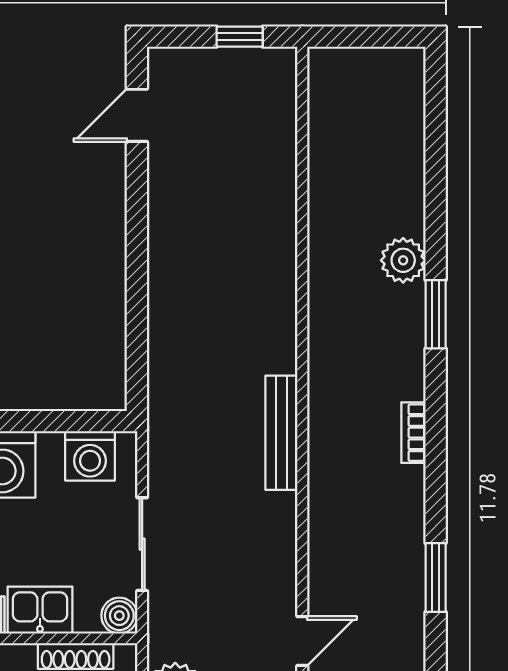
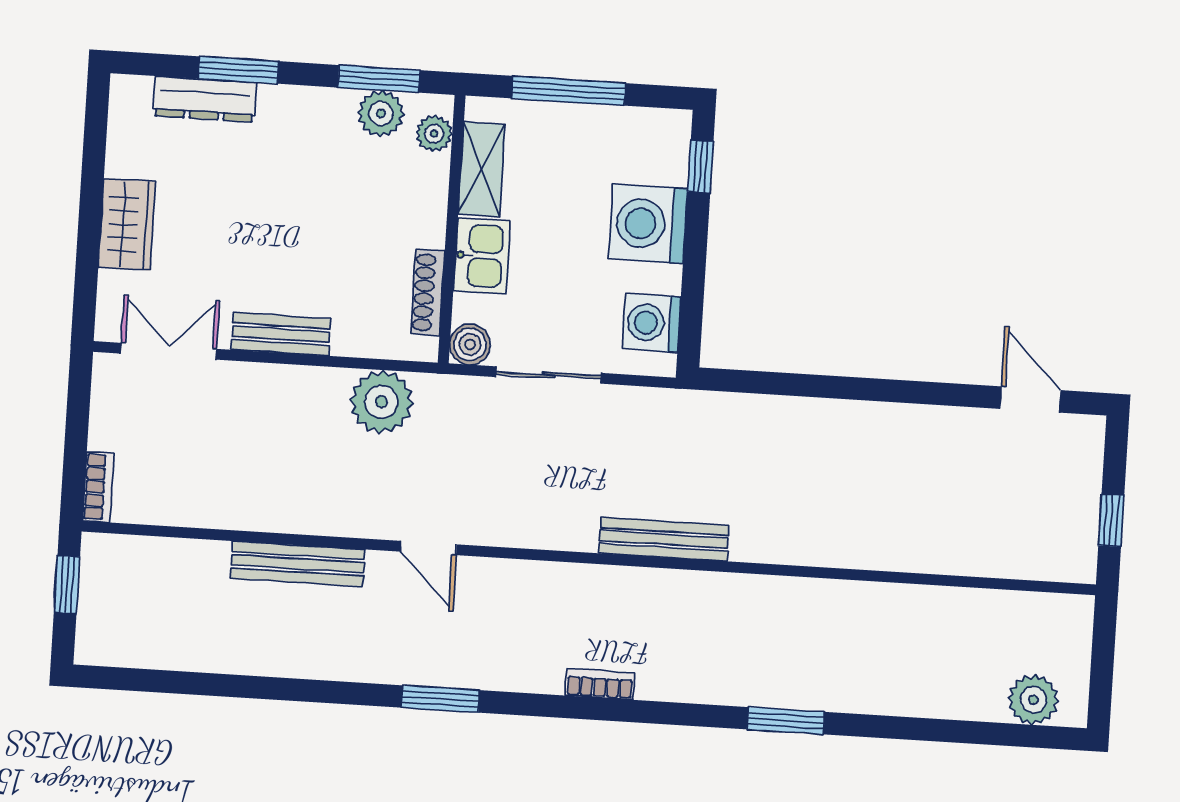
plant: (403, 260) -> (1033, 700), moved
bookcase: (413, 433) -> (600, 684), moved
window: (436, 578) -> (440, 699), moved

